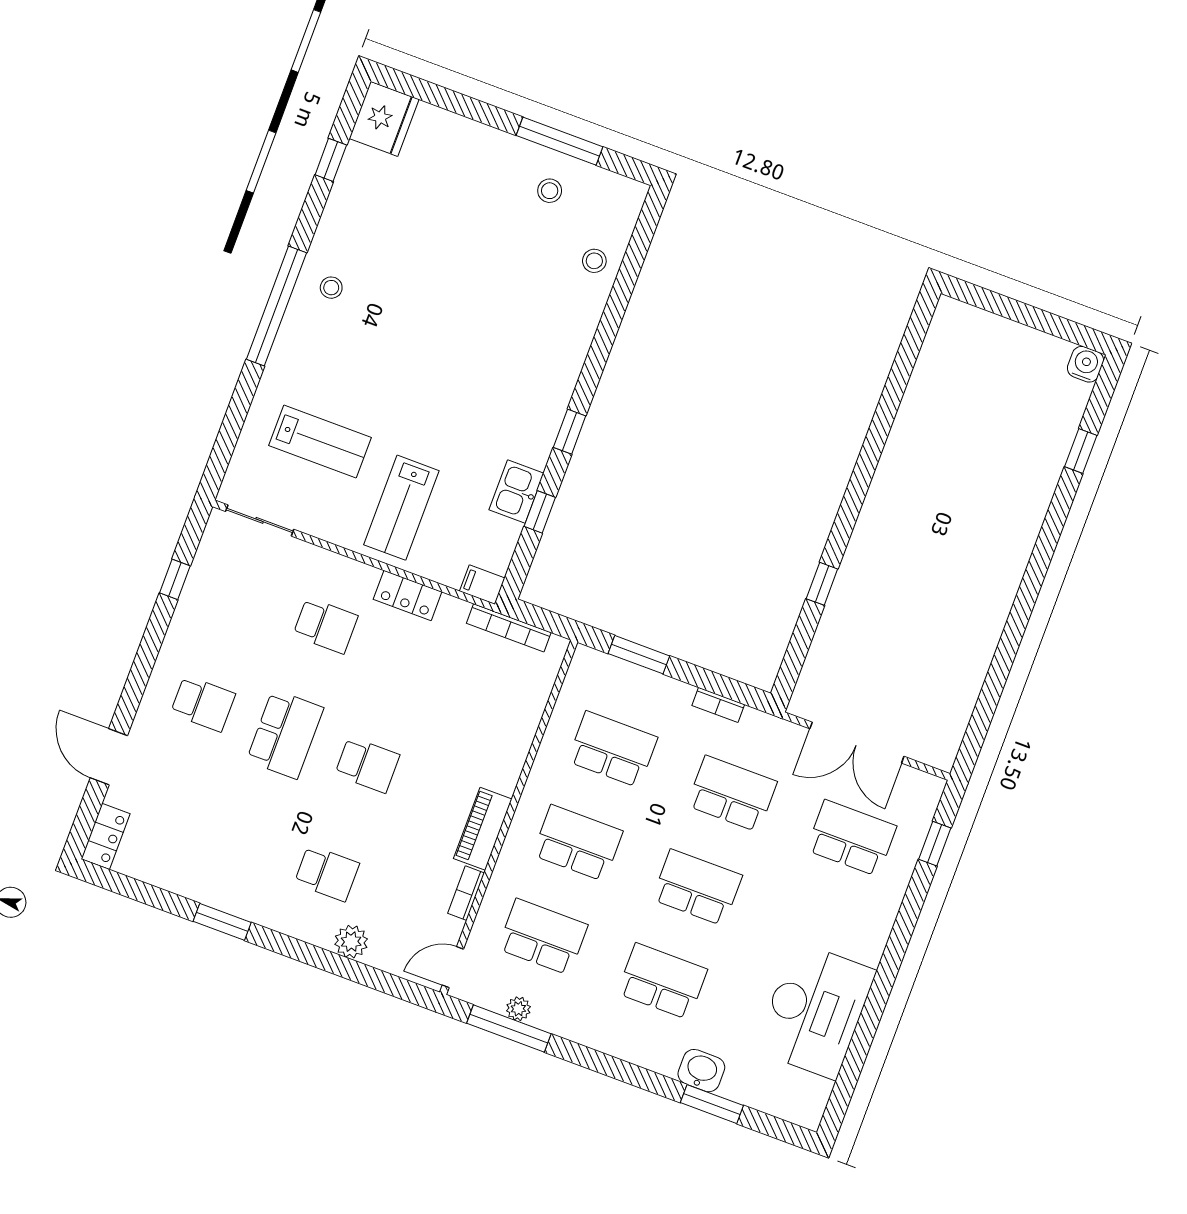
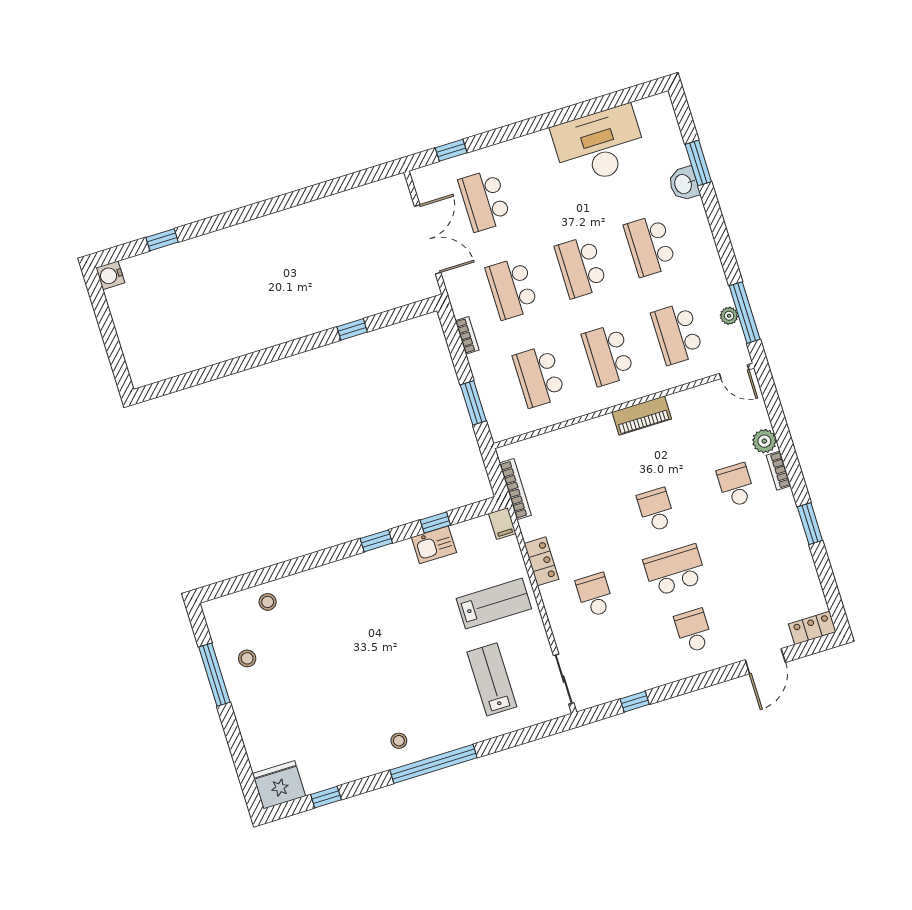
bookcase: (466, 893) -> (779, 471), moved, turned 90

